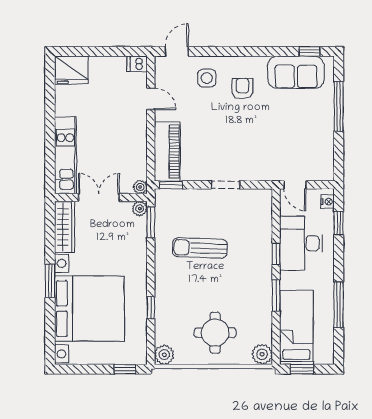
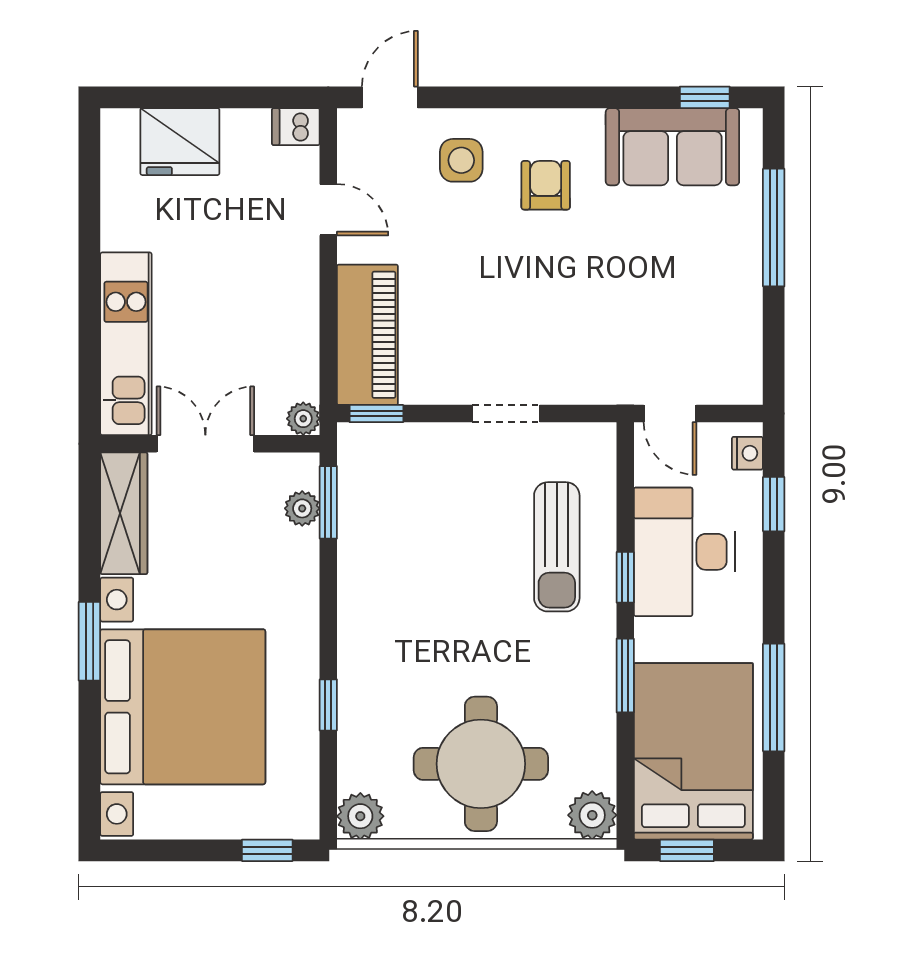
fridge: (71, 70) -> (180, 142), moved
plant: (140, 209) -> (302, 508), moved
sun lounger: (200, 248) -> (557, 547), moved, turned -92
bed: (296, 327) -> (693, 751), width x1.50
round table: (215, 333) -> (481, 764), width x1.36, depth x1.36

